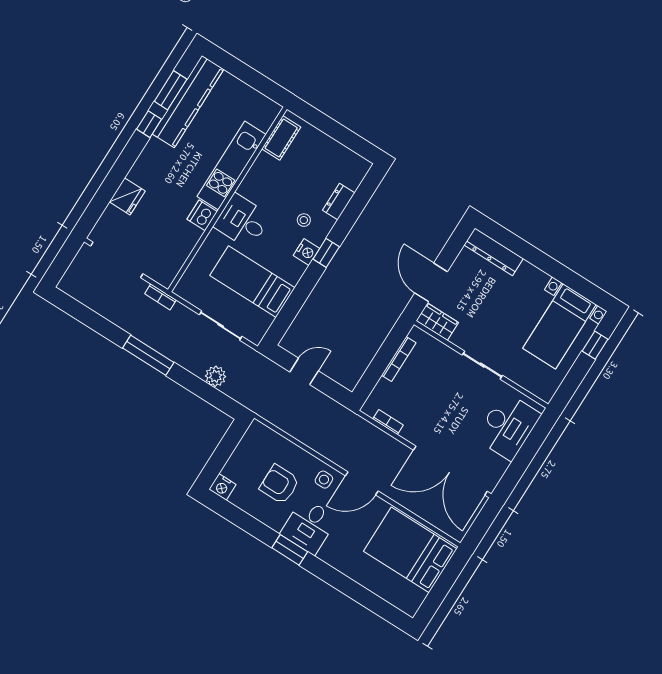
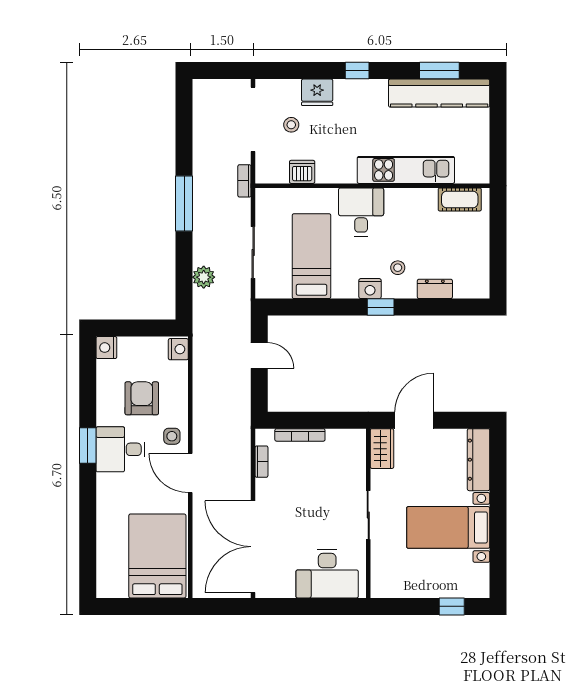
window: (149, 124) -> (357, 71), moved
dishwasher: (202, 215) -> (302, 172), moved
stool: (140, 233) -> (291, 125), added
bed with nightstands: (559, 326) -> (448, 527), moved
bookcase: (399, 359) -> (300, 435), moved
nightstand: (259, 432) -> (178, 349), added

